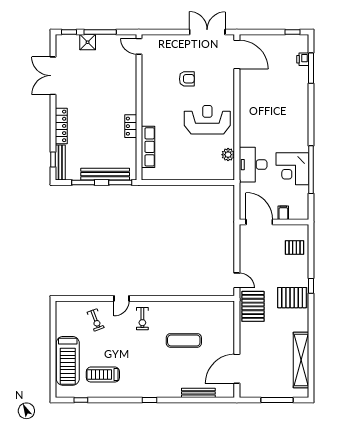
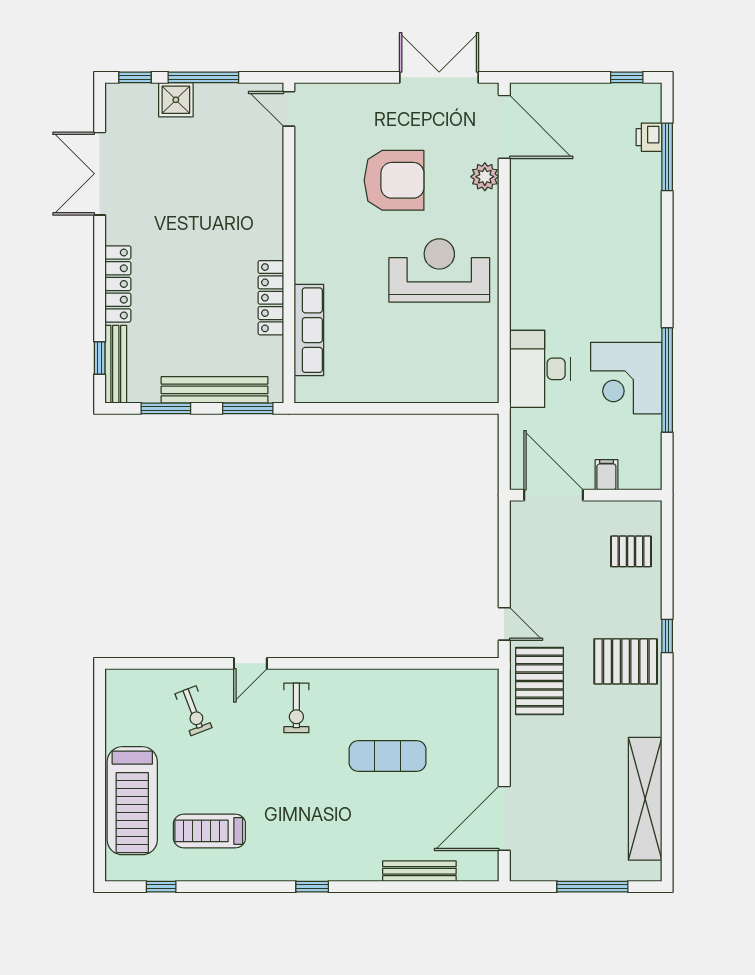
armchair: (187, 79) -> (394, 180), width x1.88, depth x1.88
locker: (131, 126) -> (271, 298), width x1.53
plant: (228, 155) -> (485, 177), moved

